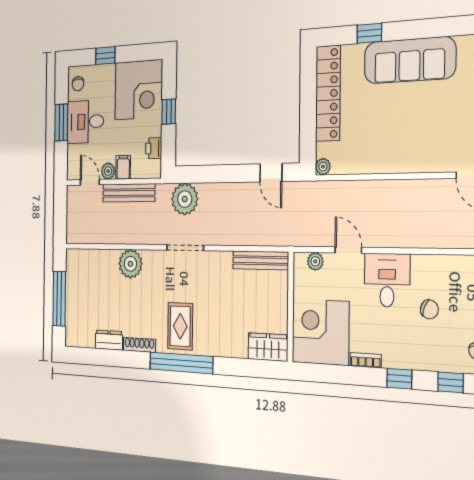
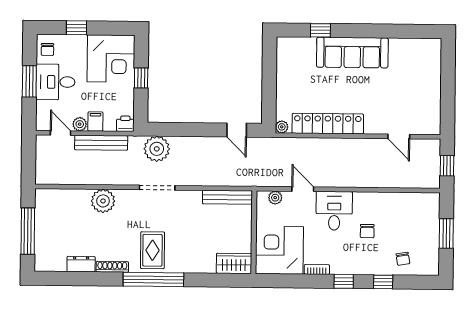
locker: (328, 93) -> (328, 124), moved, turned -90
printer: (154, 148) -> (125, 124), moved, turned 90
chair: (429, 309) -> (367, 231), turned 68

